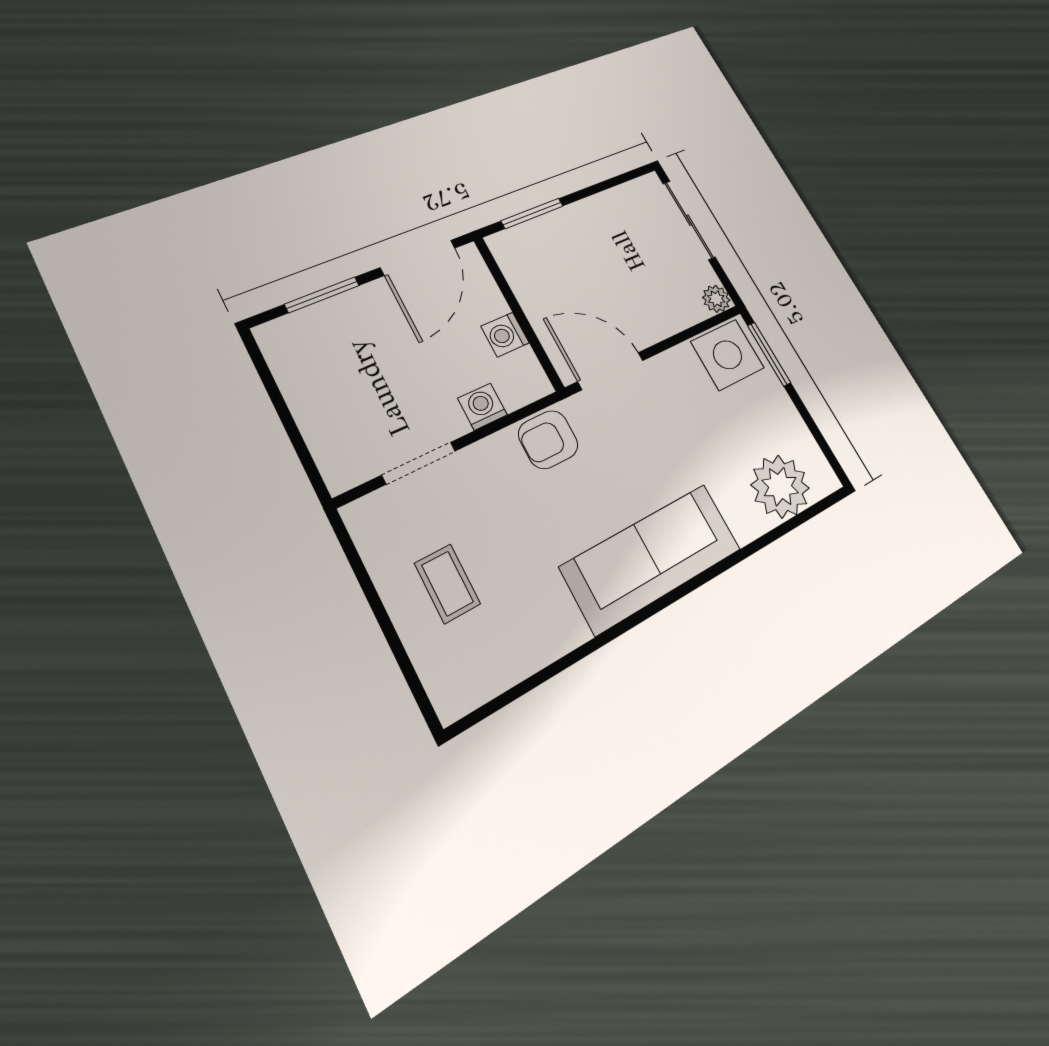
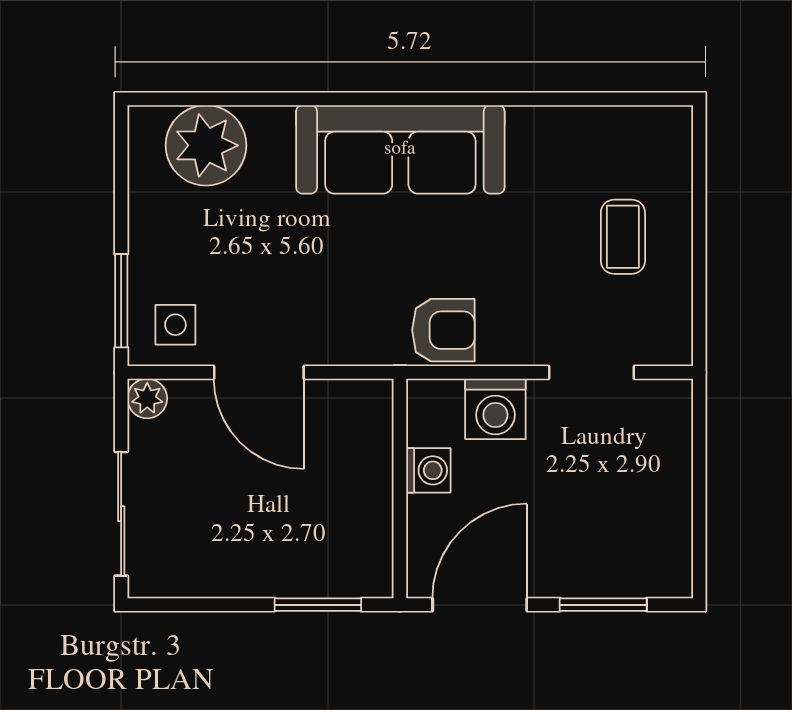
side table: (727, 355) -> (175, 325), width x0.54, depth x0.54
door: (611, 371) -> (259, 372), moved
washing machine: (482, 407) -> (495, 409), width x1.38, depth x1.38

